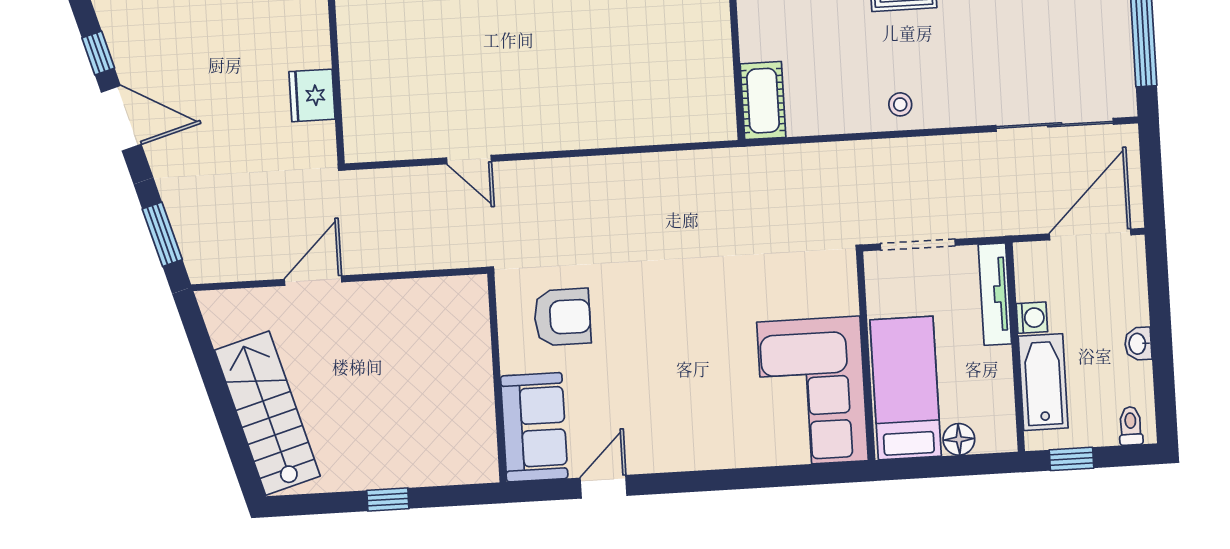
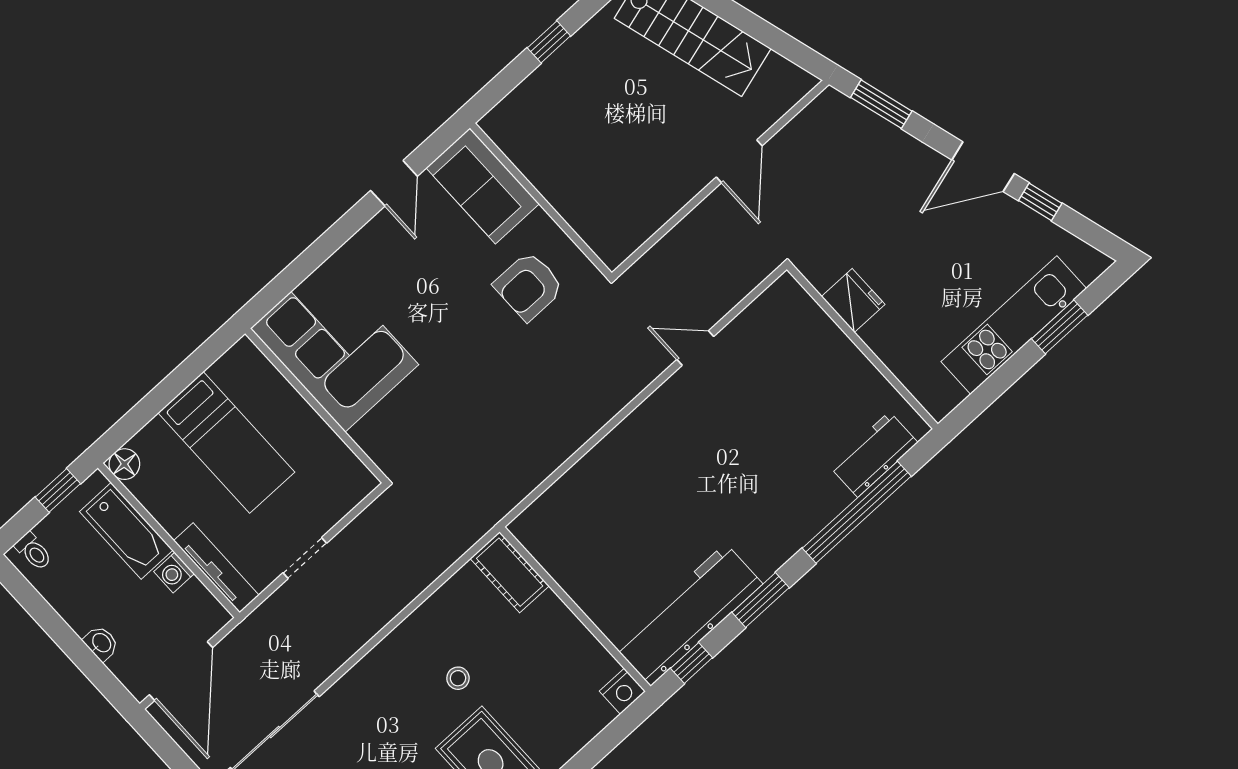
stool: (900, 104) -> (458, 678), moved
doorway: (918, 245) -> (305, 558), width x0.73
washbasin: (1138, 344) -> (101, 643), moved
wall: (866, 356) -> (316, 406), moved
corner sofa: (813, 391) -> (335, 347), moved
floor lamp: (959, 439) -> (124, 464), moved

